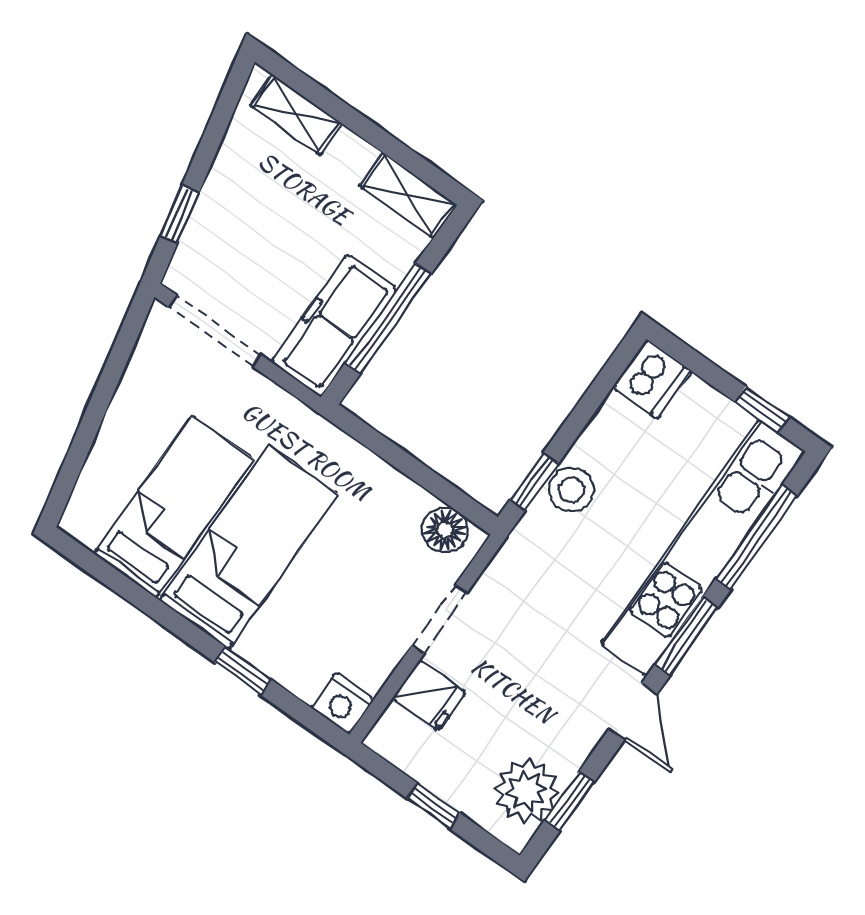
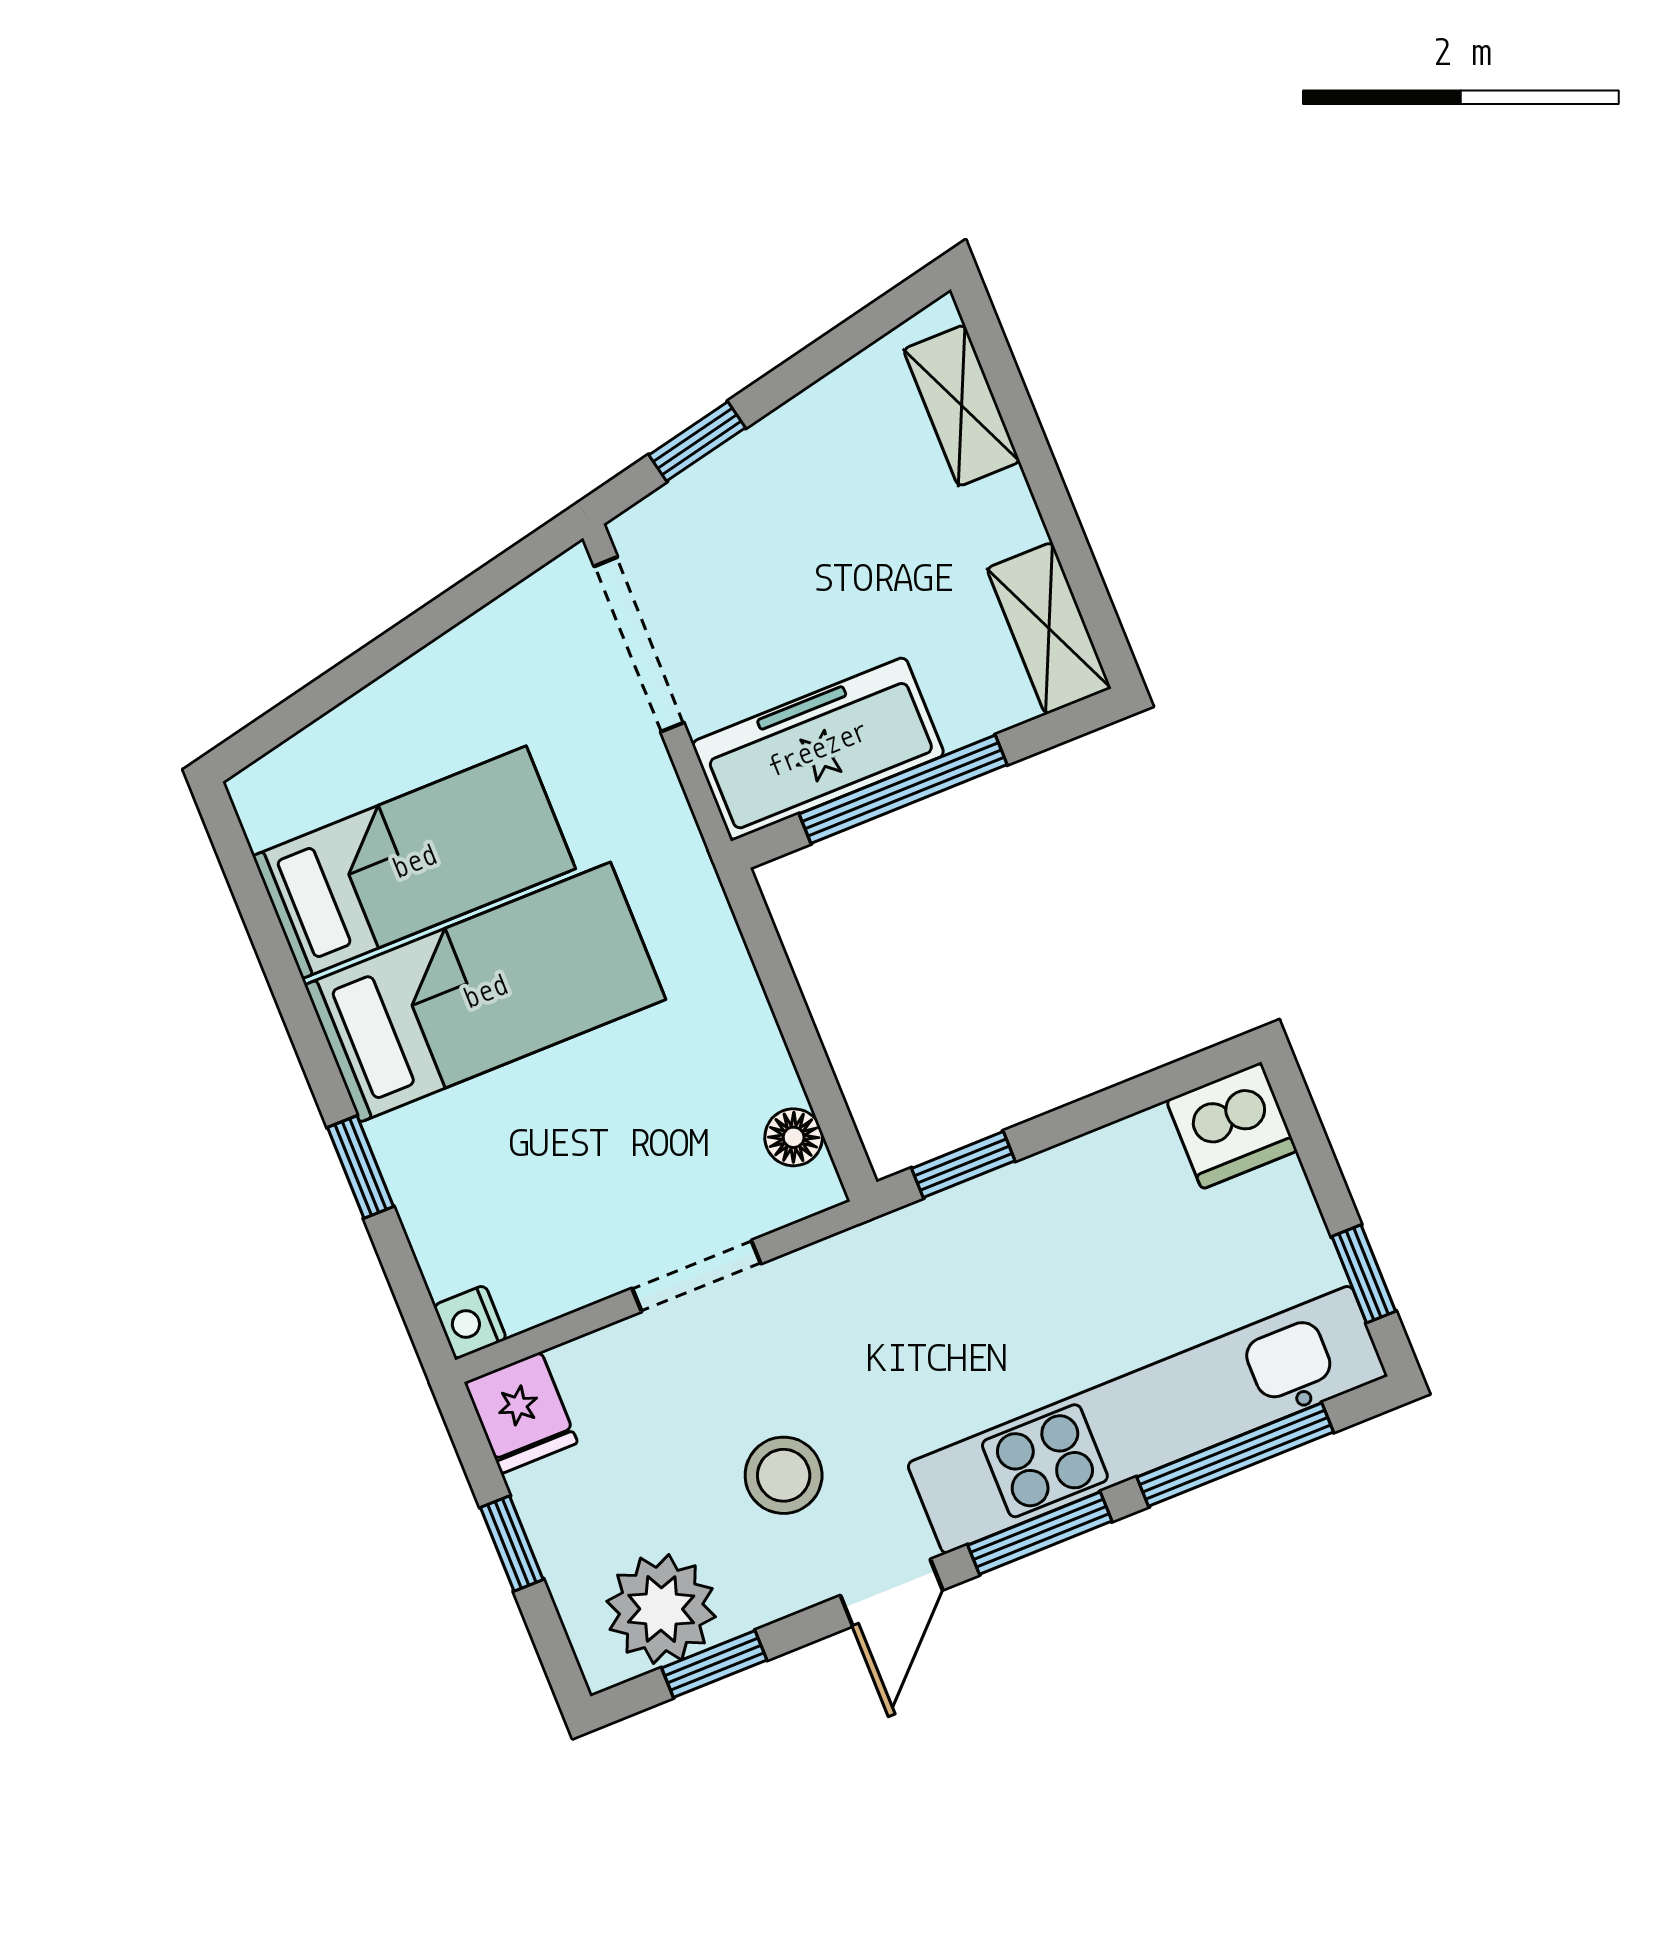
stool: (571, 490) -> (784, 1475), moved
floor lamp: (445, 530) -> (794, 1137), width x0.73, depth x0.73
fridge: (429, 695) -> (521, 1413), moved
nightstand: (342, 703) -> (470, 1322), width x0.72, depth x0.74

